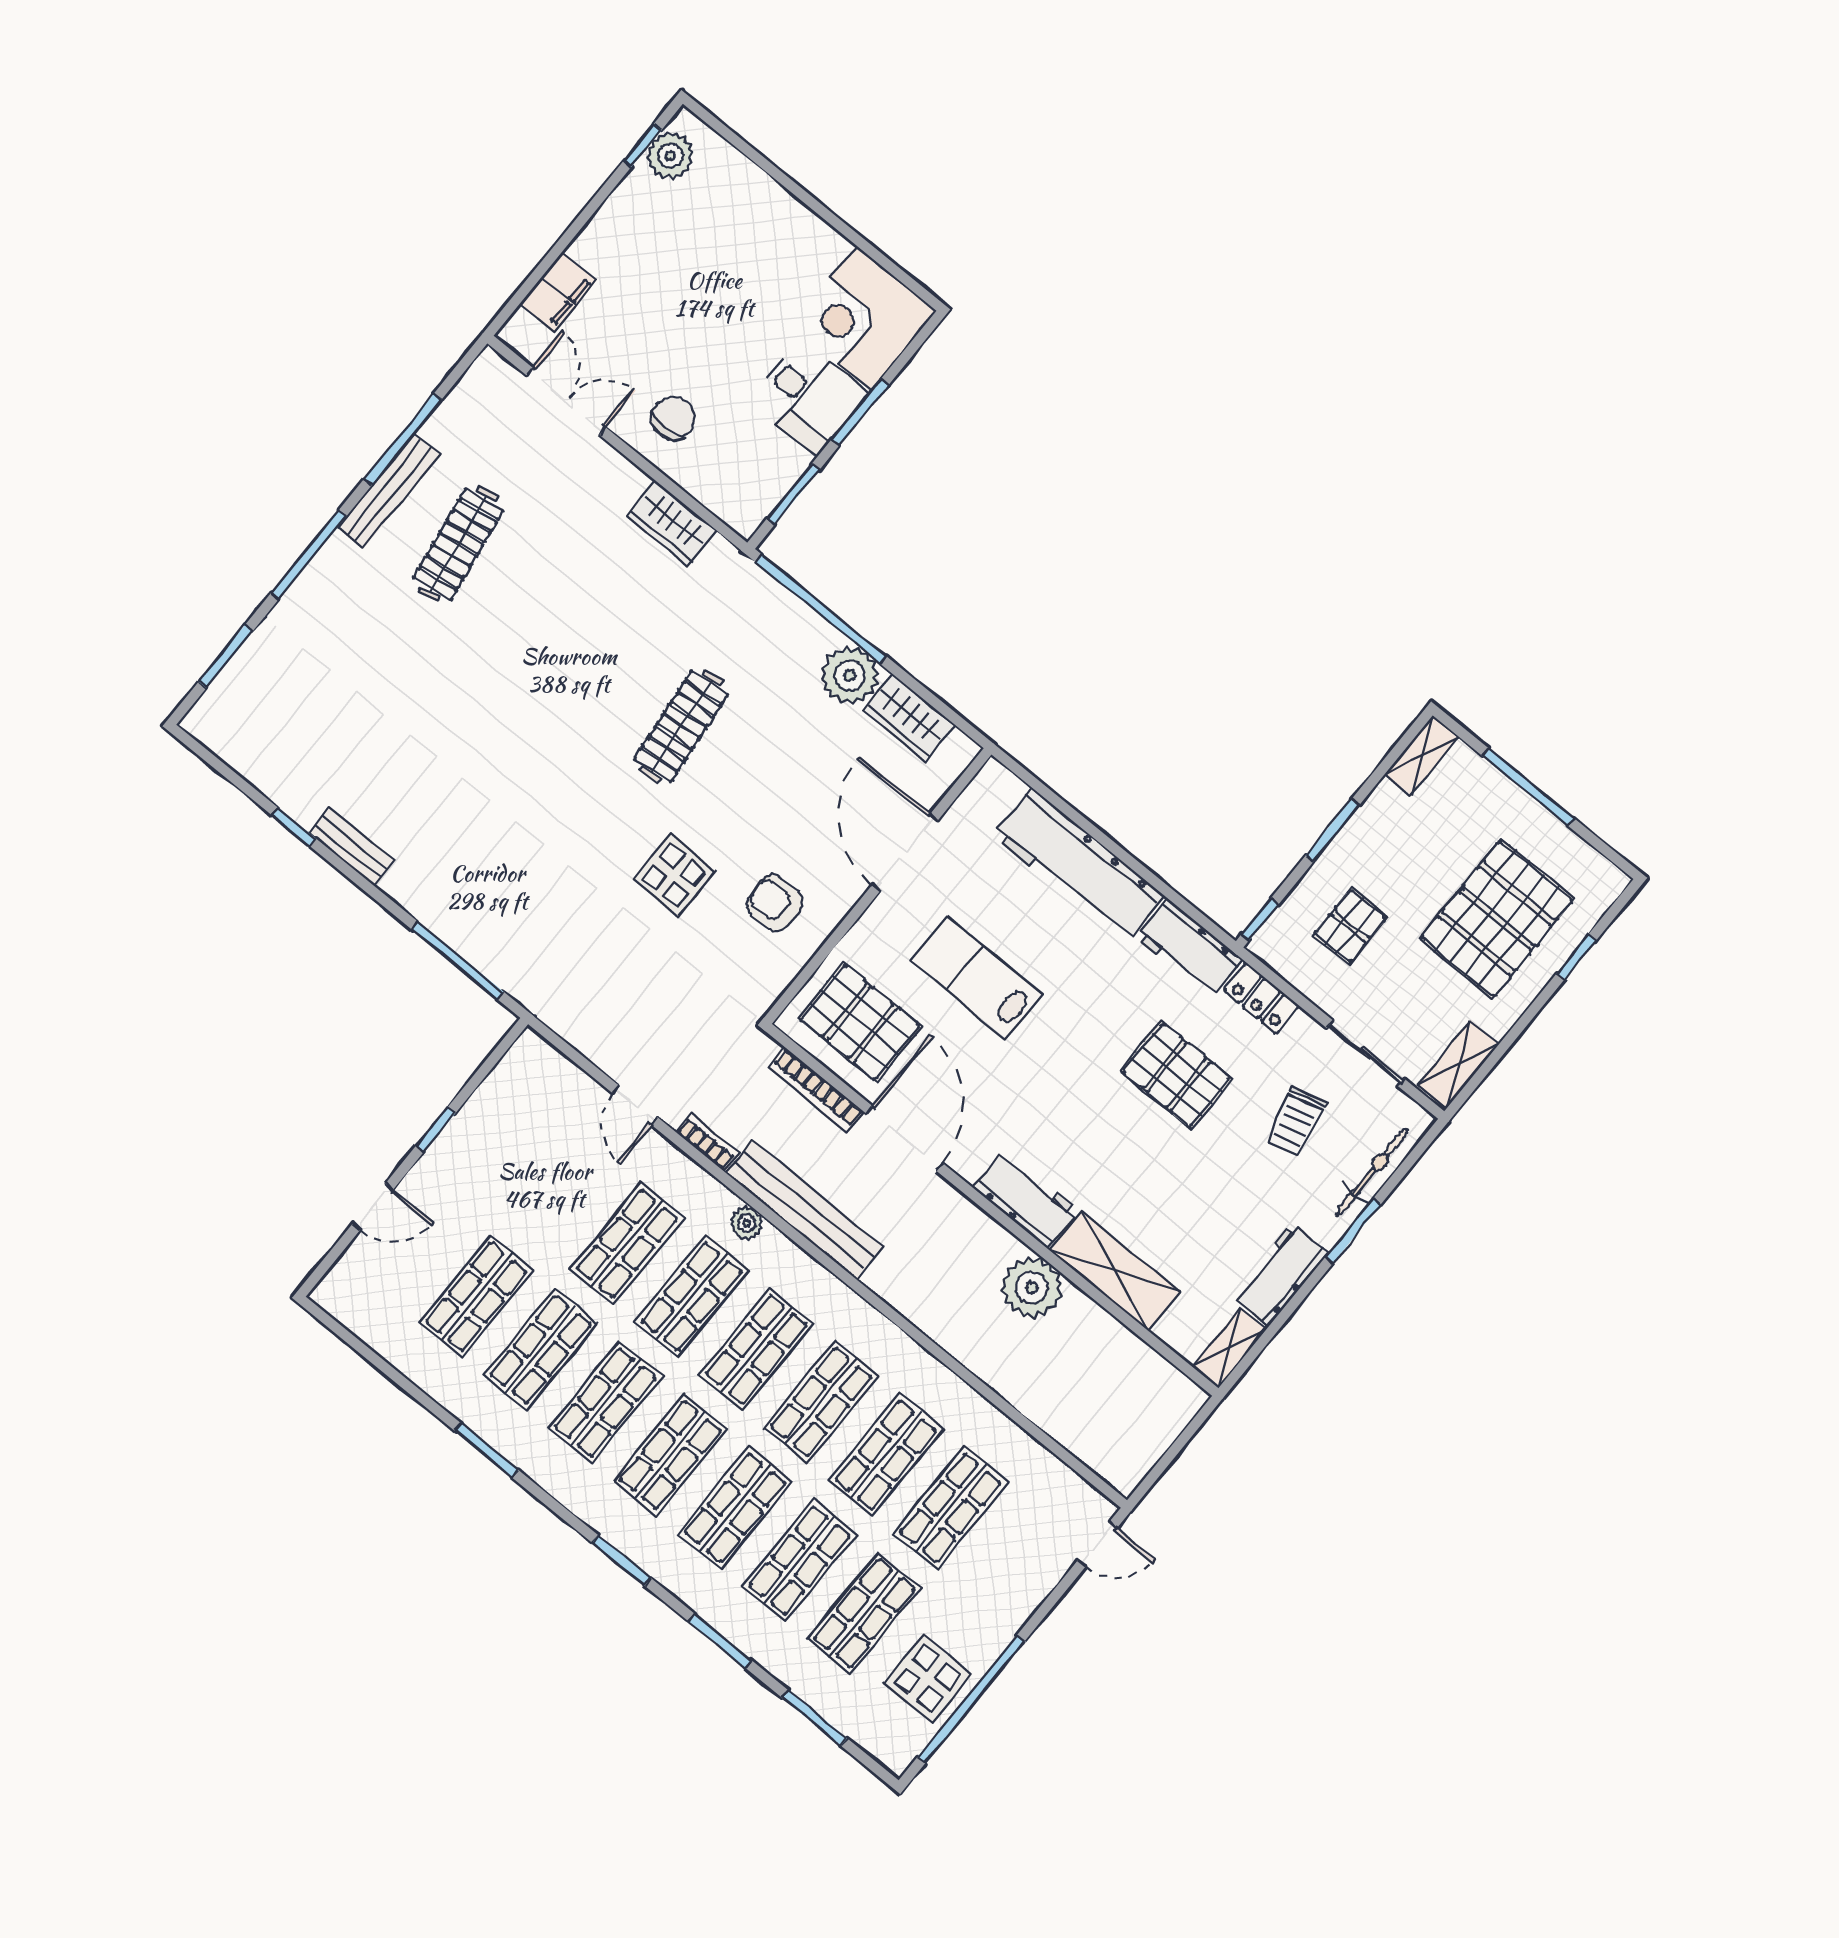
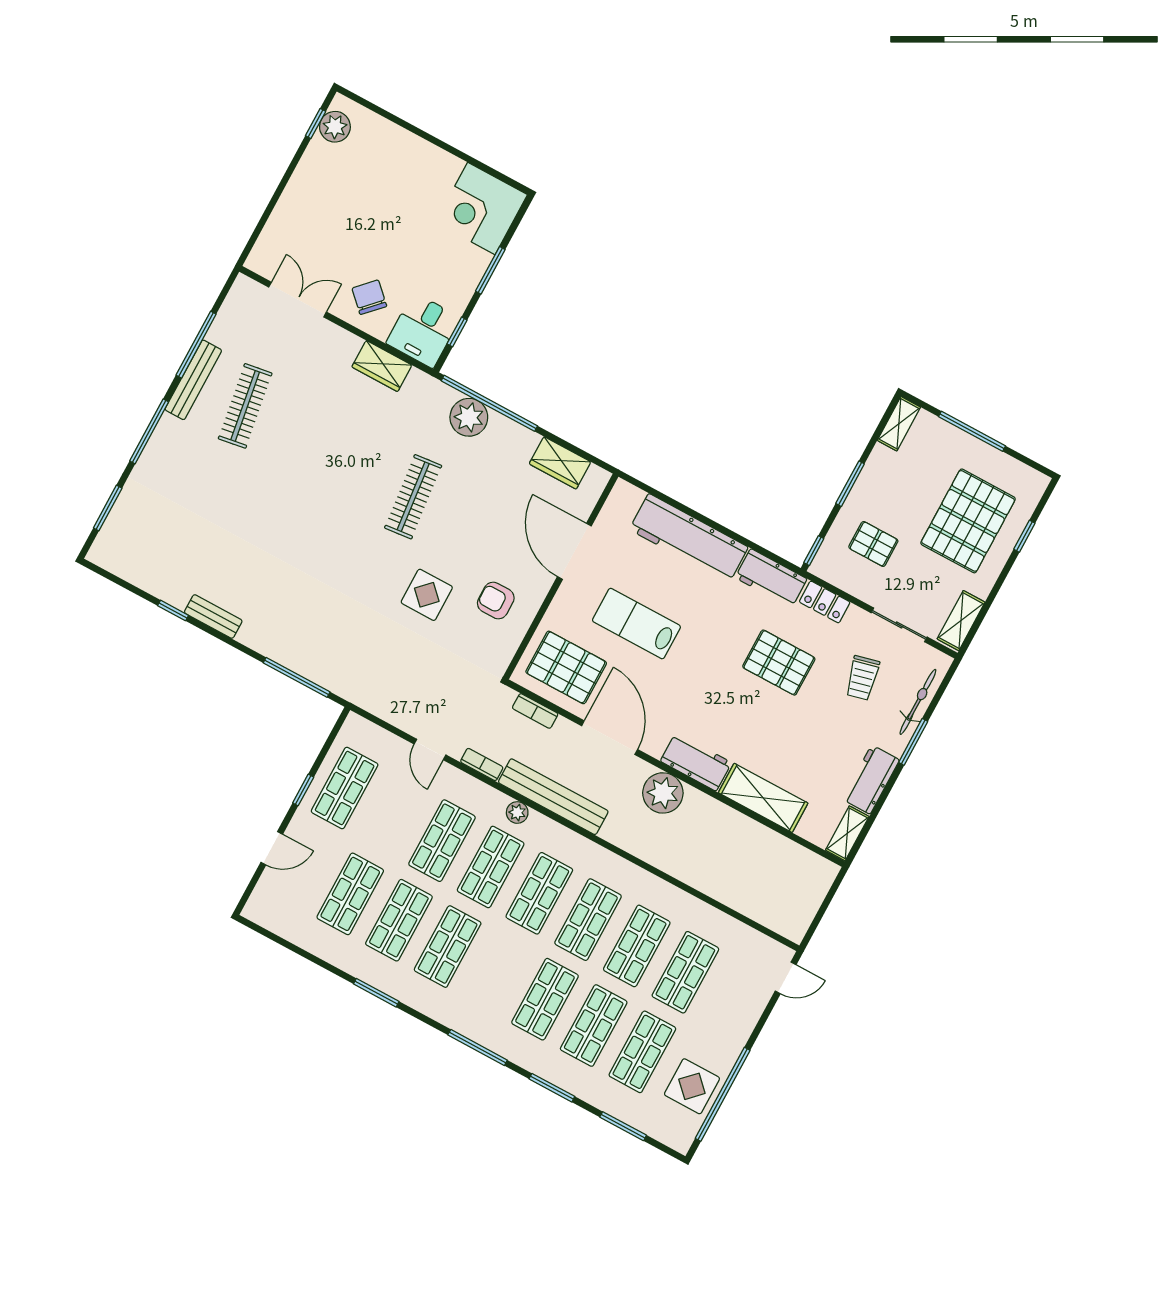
filing cabinet: (558, 292) -> (279, 229), removed
desk: (809, 397) -> (423, 330), moved, turned 90
chair: (673, 418) -> (369, 297), turned -46
window: (793, 494) -> (457, 332), width x0.67
plant: (850, 676) -> (469, 417), moved
pallet: (1350, 926) -> (873, 544), turned 90
bookcase: (816, 1090) -> (535, 711), width x0.64
plant: (1032, 1288) -> (663, 793), moved
shop shelf: (670, 1455) -> (345, 788), moved
window: (621, 1560) -> (478, 1048), width x1.44

